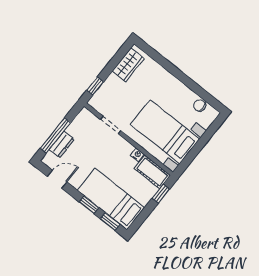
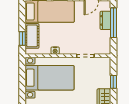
window: (95, 86) -> (113, 82), moved
cot: (152, 172) -> (32, 36), moved, turned 90

